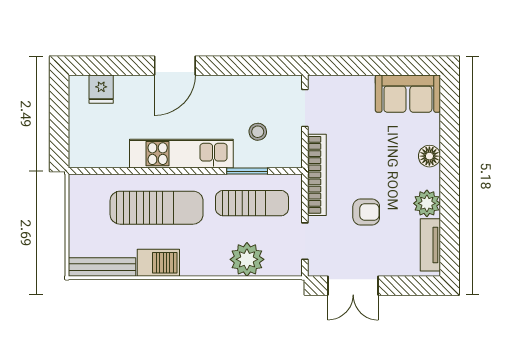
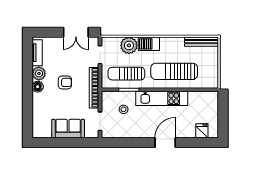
sofa: (408, 94) -> (68, 128), moved
floor lamp: (429, 156) -> (38, 87), moved
armchair: (366, 212) -> (65, 82), moved, turned 180
barbecue: (158, 263) -> (149, 44), moved
double door: (353, 286) -> (76, 32), swing flipped

